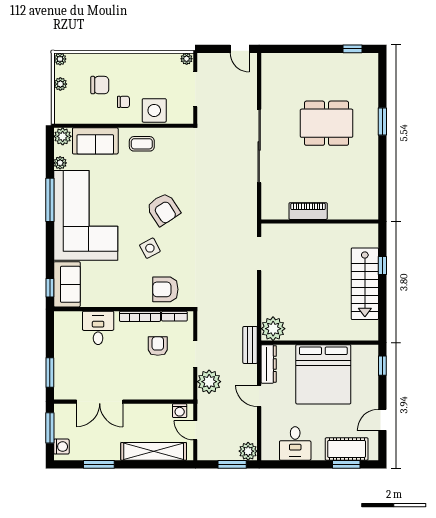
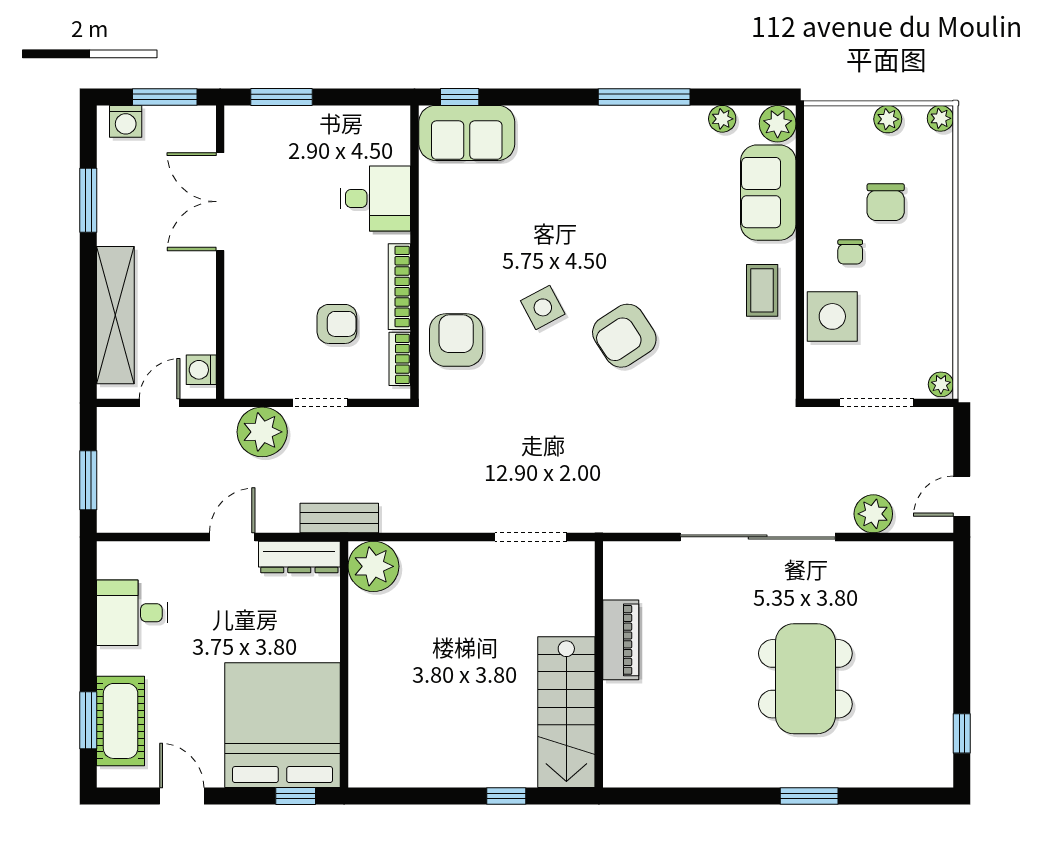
corner sofa: (86, 215) -> (612, 173), removed
stairs: (365, 284) -> (566, 712), moved, turned -90
bed: (323, 374) -> (283, 725), moved, turned 90
plant: (248, 451) -> (873, 514), moved

